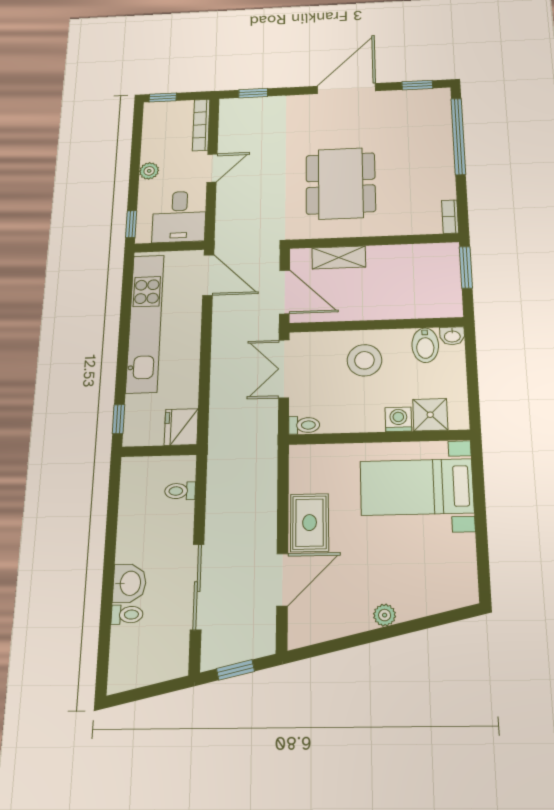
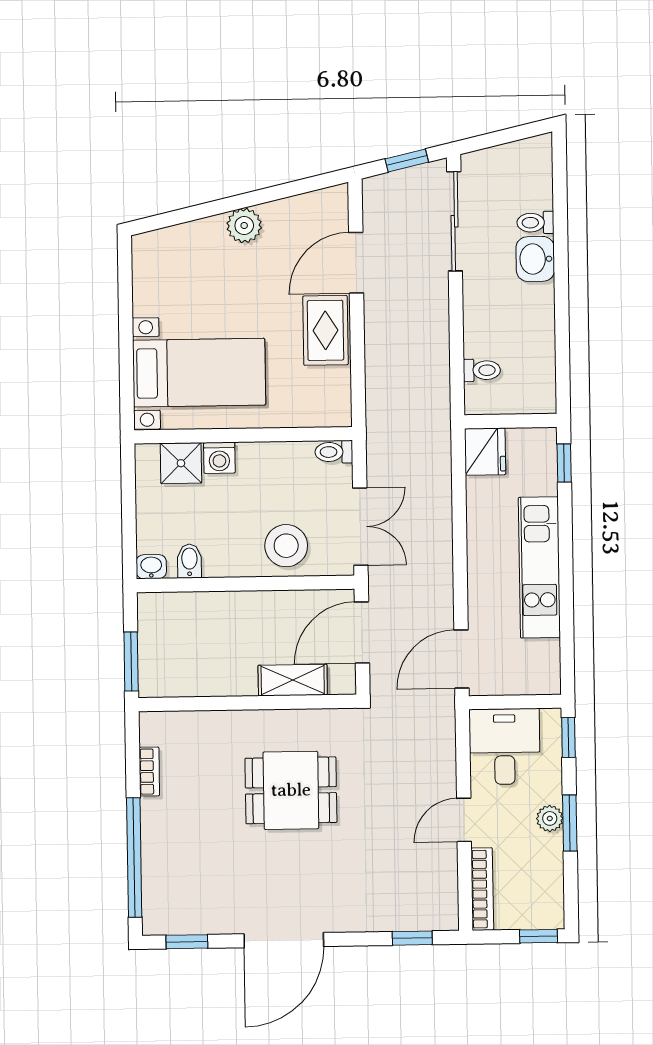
window: (135, 169) -> (570, 823), added
dining table: (341, 183) -> (291, 790), width x0.73
bookcase: (450, 217) -> (149, 772), moved
door: (208, 275) -> (461, 659), hinge flipped
door: (284, 292) -> (362, 633), hinge flipped
kitchen unit: (145, 323) -> (539, 567), width x0.73
bidet: (425, 345) -> (189, 561), width x0.72, depth x0.74
stool: (364, 360) -> (286, 546), moved
sliding door: (197, 587) -> (455, 221), moved
plant: (385, 615) -> (244, 226), width x1.38, depth x1.38

